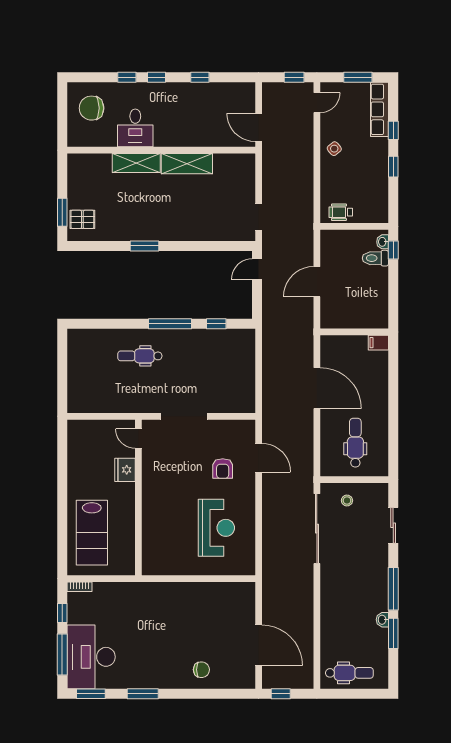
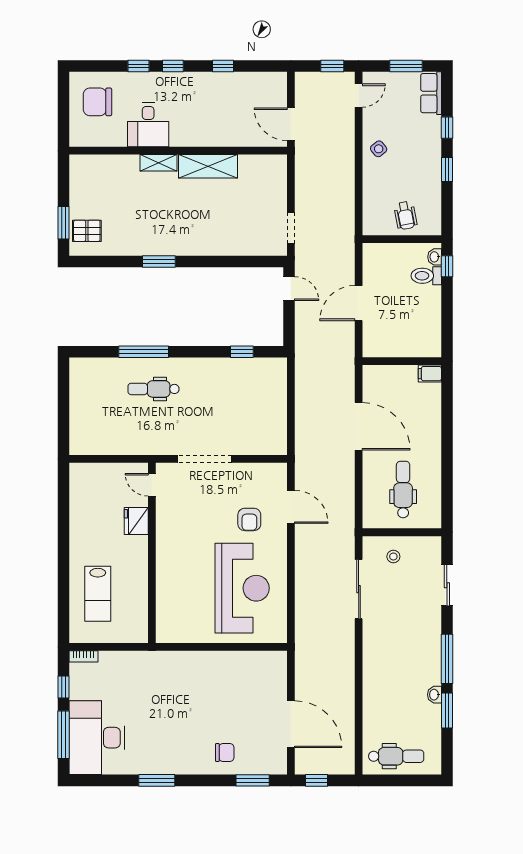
row of seats: (379, 109) -> (431, 93), width x0.68
shelving: (136, 163) -> (159, 163), width x0.67, depth x0.75
wheelchair: (341, 212) -> (405, 215), moved, turned -101
door: (257, 269) -> (289, 289), swing flipped
window: (170, 324) -> (144, 352), moved
reception desk: (216, 528) -> (242, 588), width x1.36, depth x1.30
sliding door: (317, 529) -> (359, 589), width x0.73
lab bench: (92, 533) -> (98, 594), width x0.73, depth x0.72
window: (91, 694) -> (253, 780), moved

